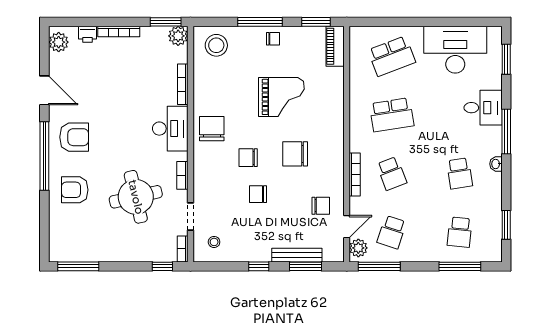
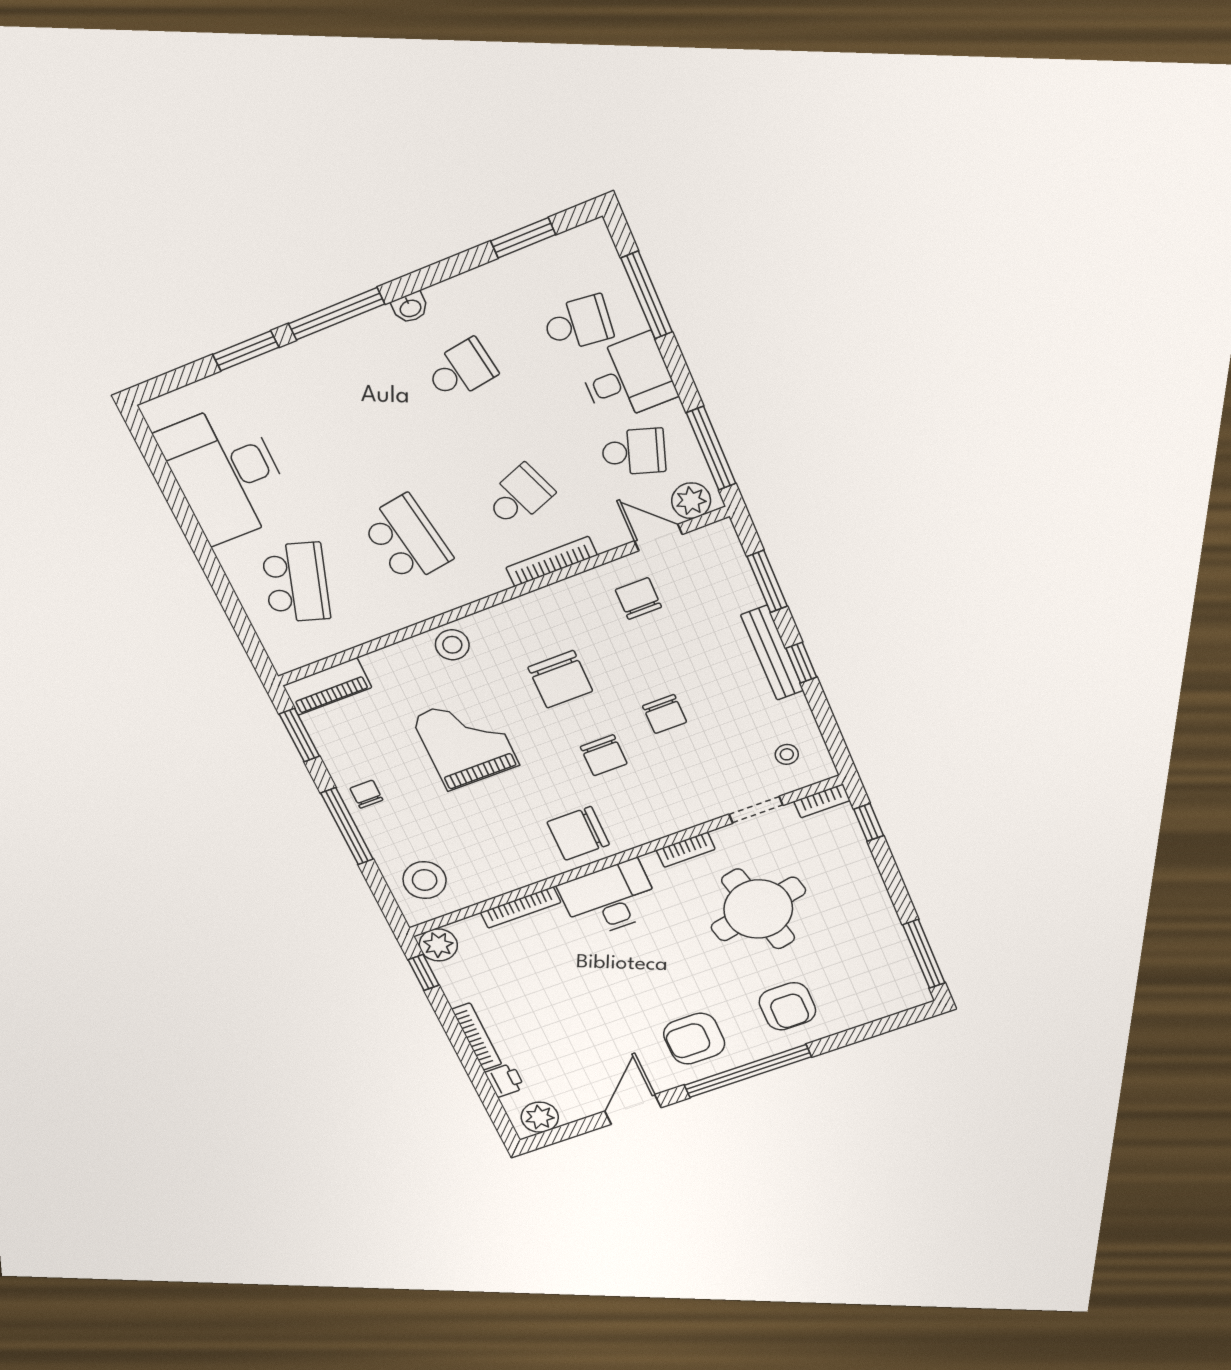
window: (166, 22) -> (423, 972), width x0.67
school desk: (392, 56) -> (296, 582), turned 39
window: (506, 59) -> (246, 351), moved
desk: (483, 108) -> (627, 378), moved, turned 90
stool: (332, 112) -> (452, 645), added
armchair: (74, 137) -> (694, 1039), turned -90
bench: (297, 255) -> (772, 653), moved

